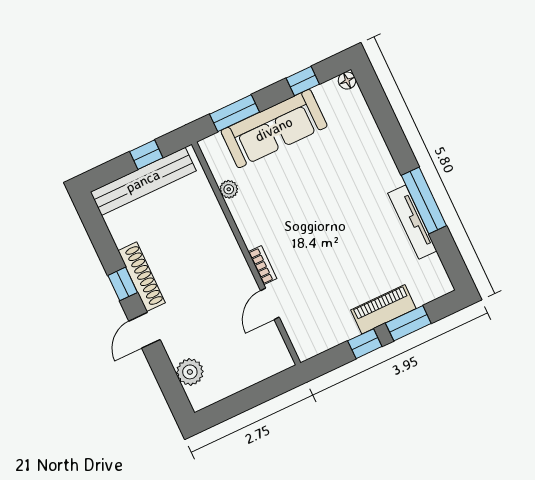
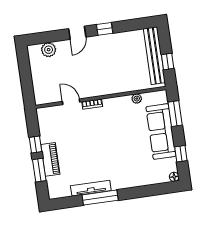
shoe rack: (142, 277) -> (105, 40), removed
door: (144, 330) -> (77, 33), swing flipped

